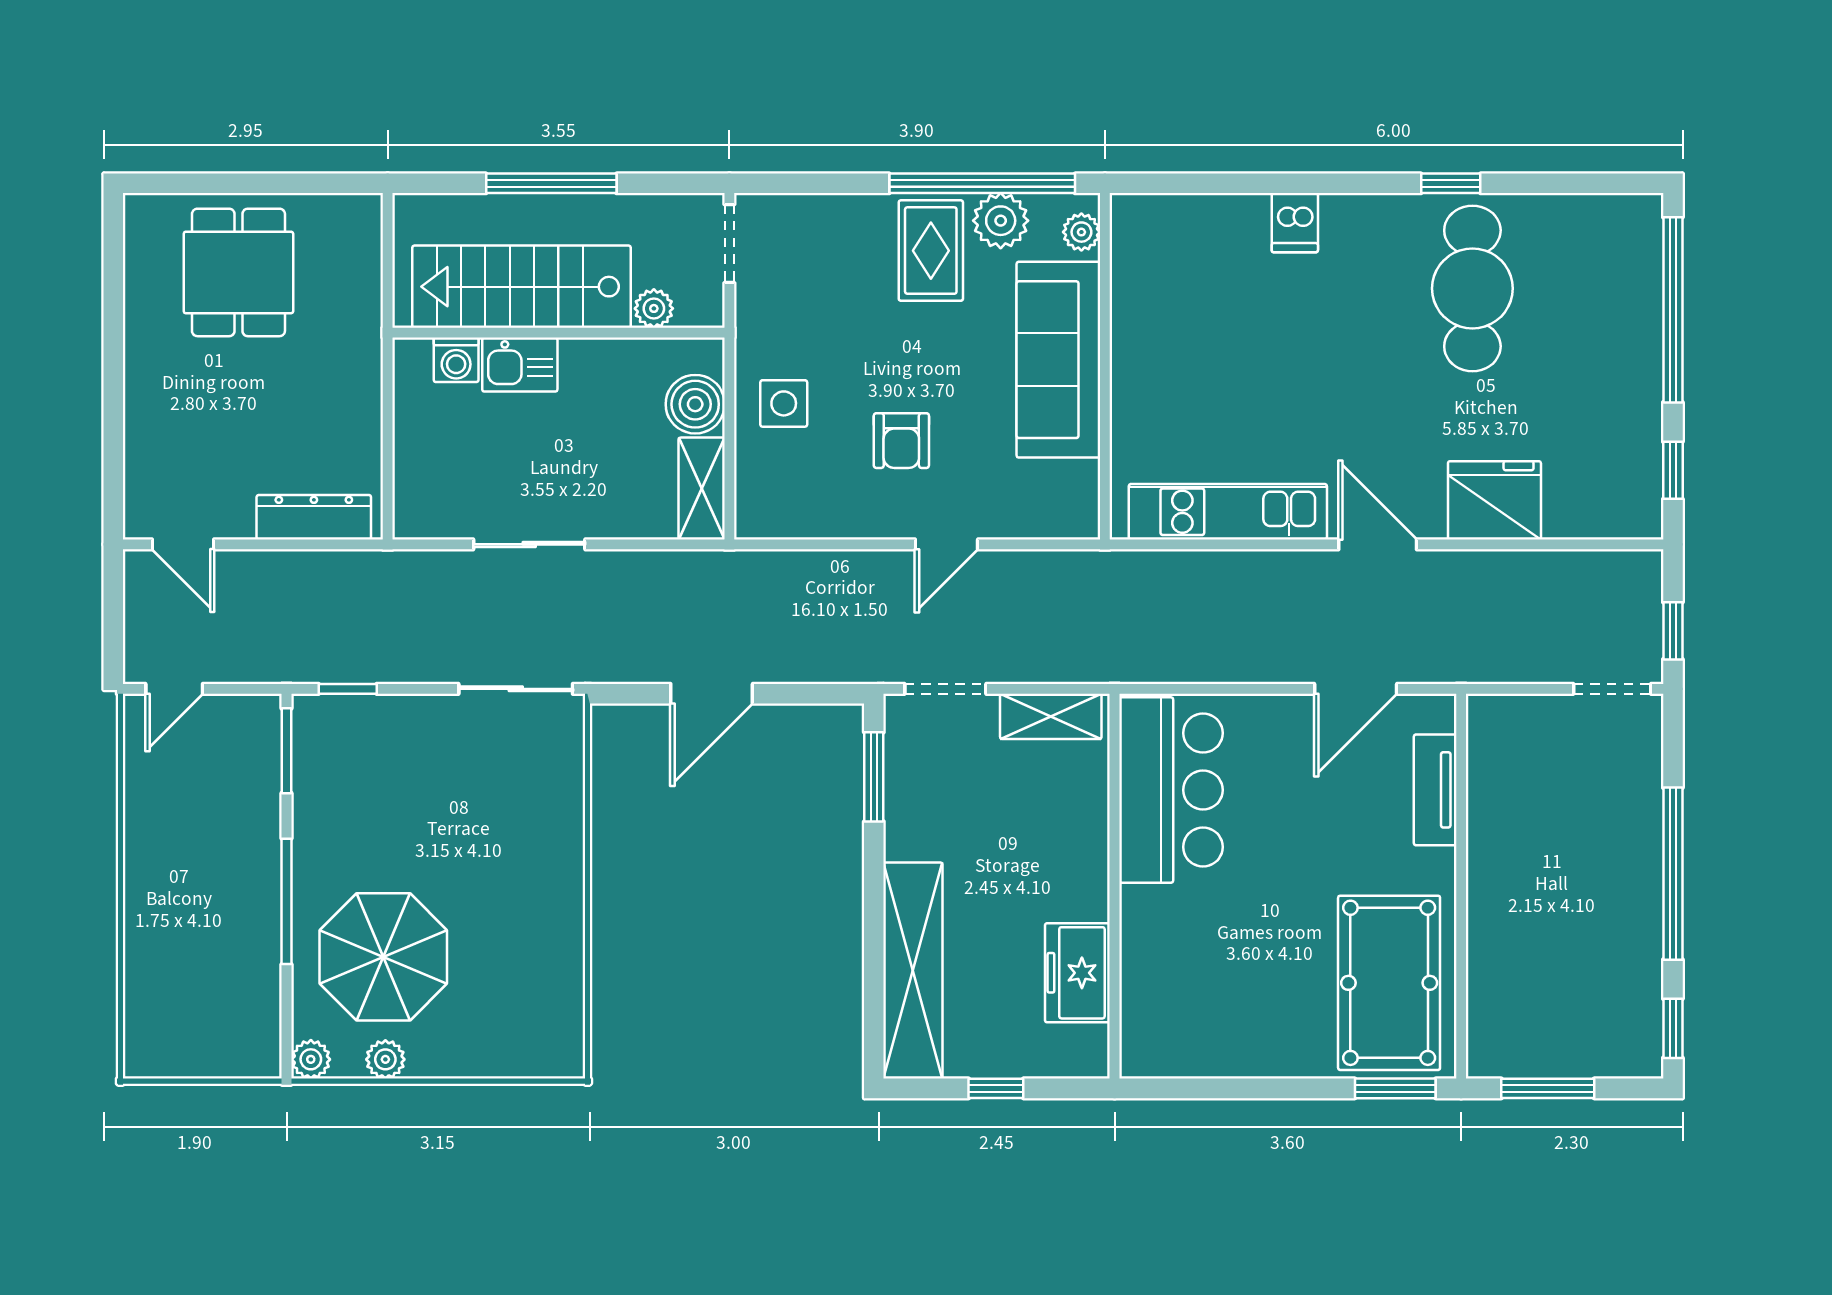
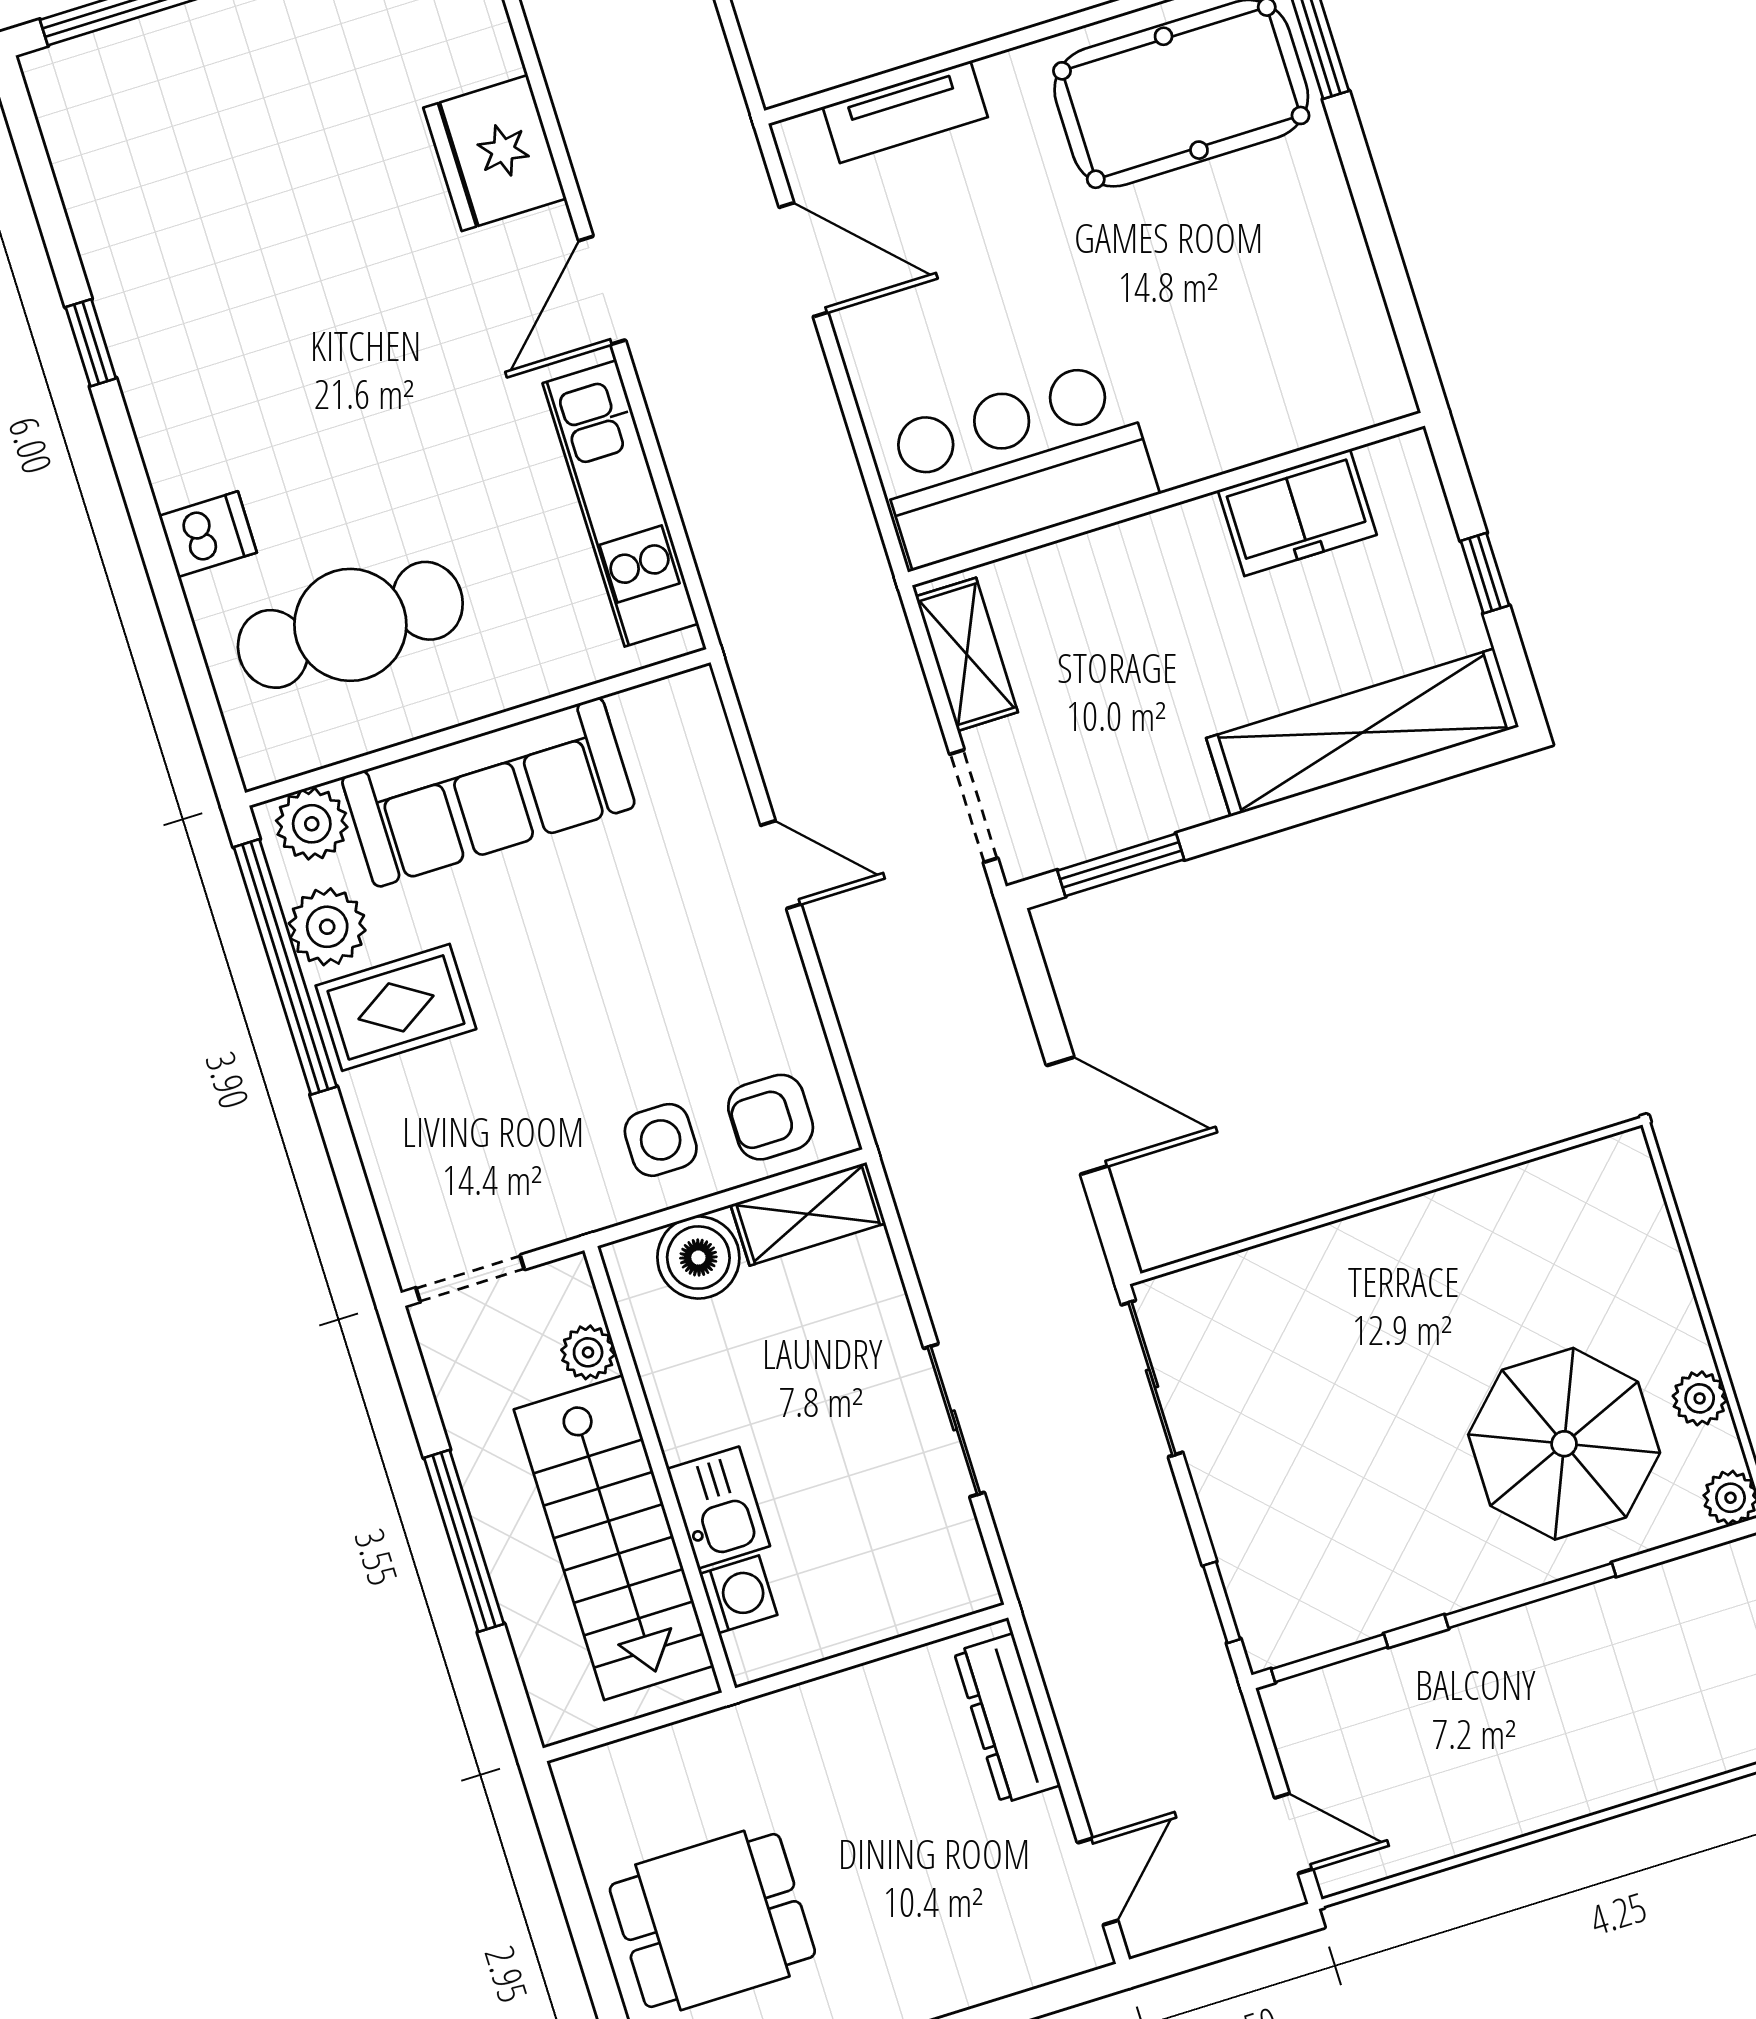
plant: (1081, 232) -> (312, 824), width x1.38, depth x1.38
cafe table: (1472, 288) -> (350, 625), moved
armchair: (901, 441) -> (771, 1117), moved, turned 180

